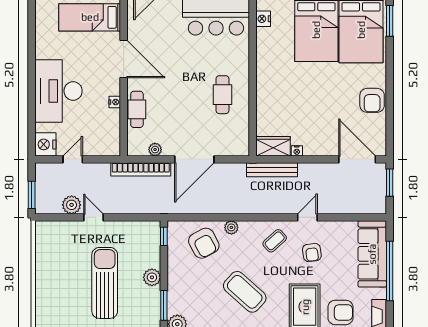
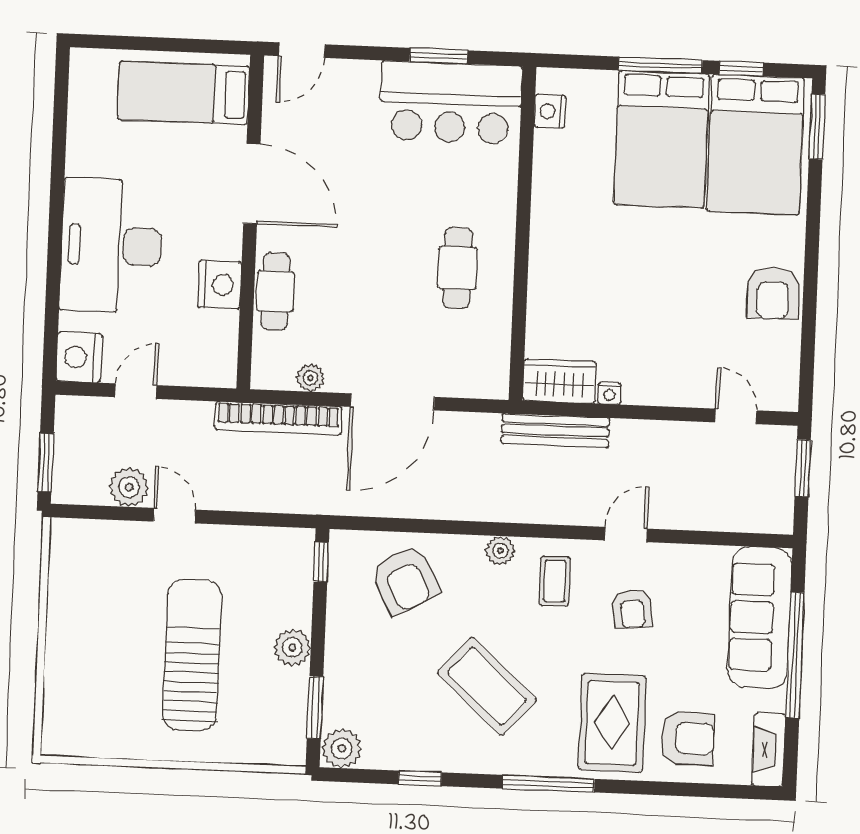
nightstand: (115, 102) -> (219, 285), width x1.89, depth x1.79
door: (357, 159) -> (736, 416), width x0.53
plant: (231, 227) -> (500, 551), moved
coffee table: (275, 241) -> (555, 581), turned -48

